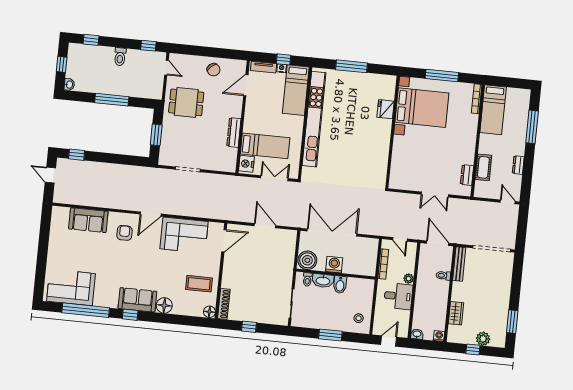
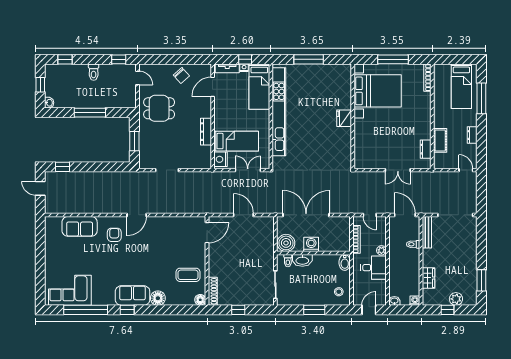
fridge: (386, 109) -> (344, 118), moved
bed: (493, 110) -> (461, 86), moved
corner sofa: (184, 235) -> (170, 231), removed
bidet: (340, 285) -> (345, 262), moved

